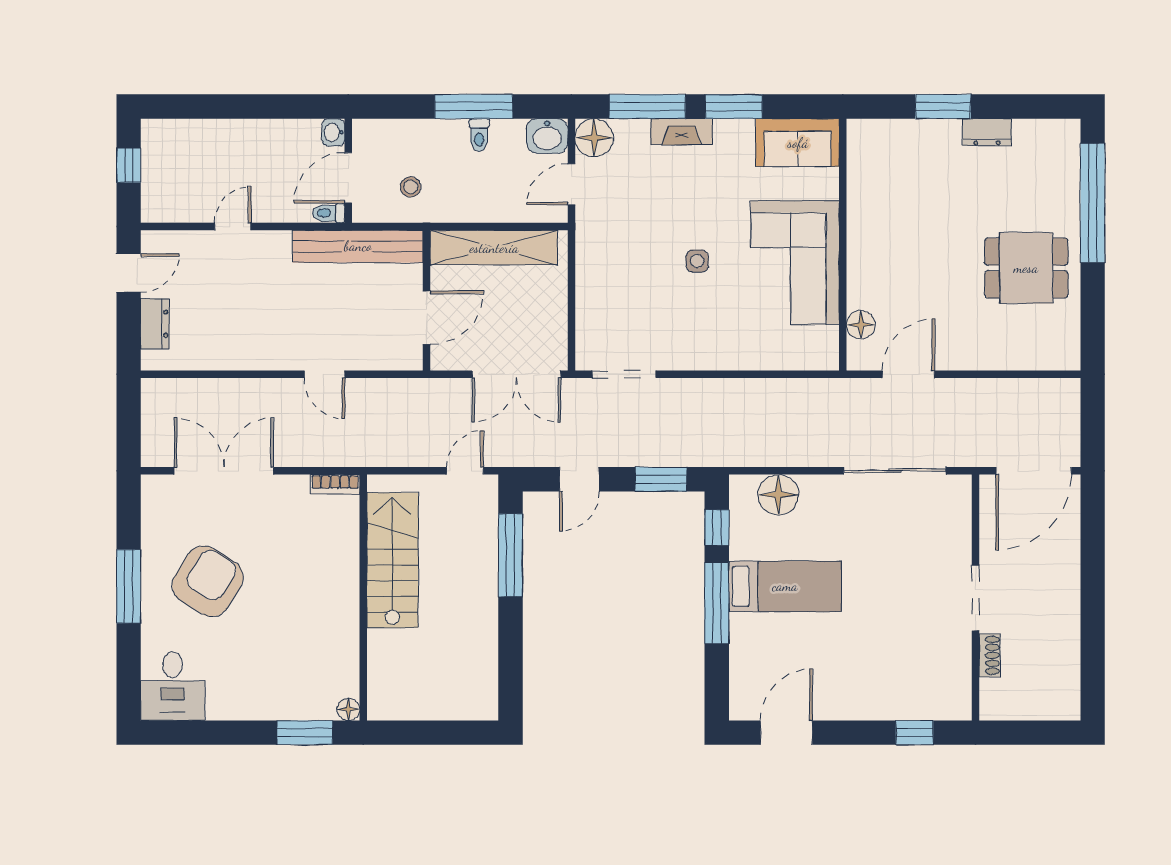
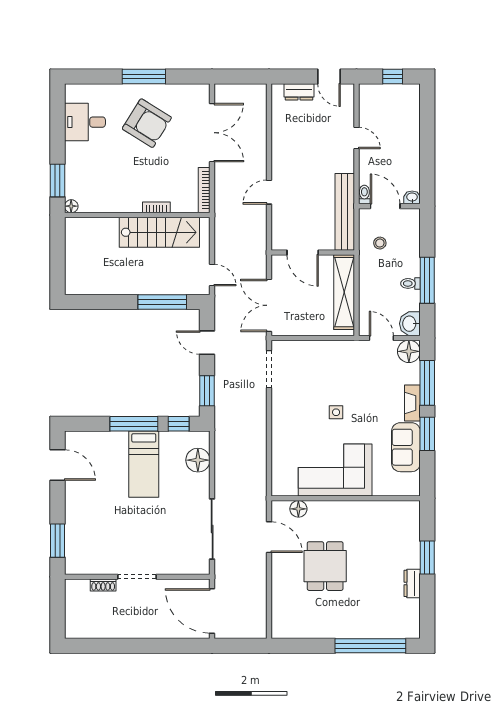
sofa: (798, 143) -> (406, 447), moved
dining table: (1026, 268) -> (325, 566), moved
bookcase: (335, 484) -> (204, 190), width x1.56
bookcase: (350, 565) -> (156, 207), added
desk: (173, 686) -> (85, 122), moved
window: (914, 733) -> (57, 541), width x1.50

